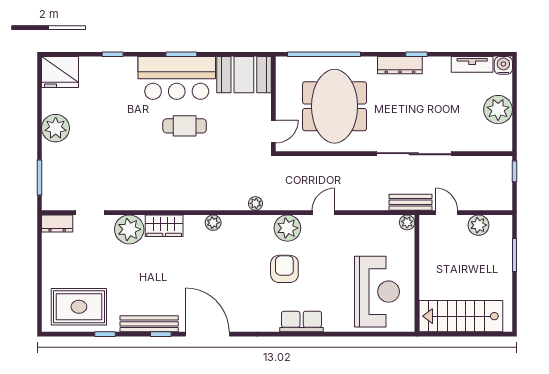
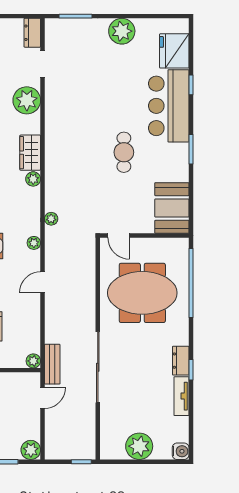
tv unit: (472, 64) -> (181, 396), moved
dresser: (400, 65) -> (181, 361), width x0.70
fridge: (60, 72) -> (174, 51), moved
bar counter: (177, 78) -> (169, 106), moved
door: (323, 213) -> (43, 282), swing flipped
plant: (479, 225) -> (31, 450), moved
wardrobe: (164, 226) -> (30, 153), moved
plant: (287, 228) -> (34, 243), width x0.53, depth x0.53

